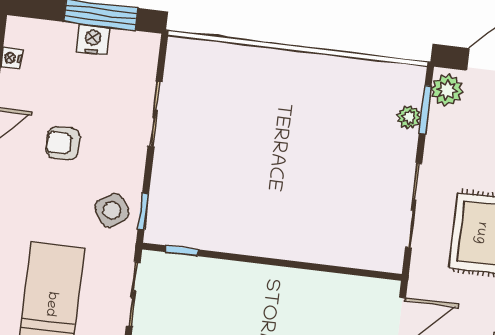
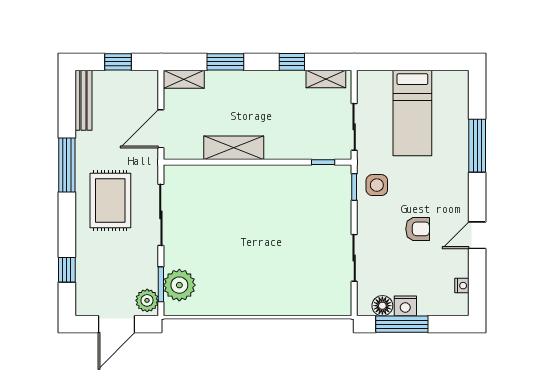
floor lamp: (124, 44) -> (382, 306), added
plant: (409, 117) -> (179, 285), width x1.88, depth x1.88
side table: (112, 210) -> (377, 185), turned 33
shelving: (302, 285) -> (234, 148), added

